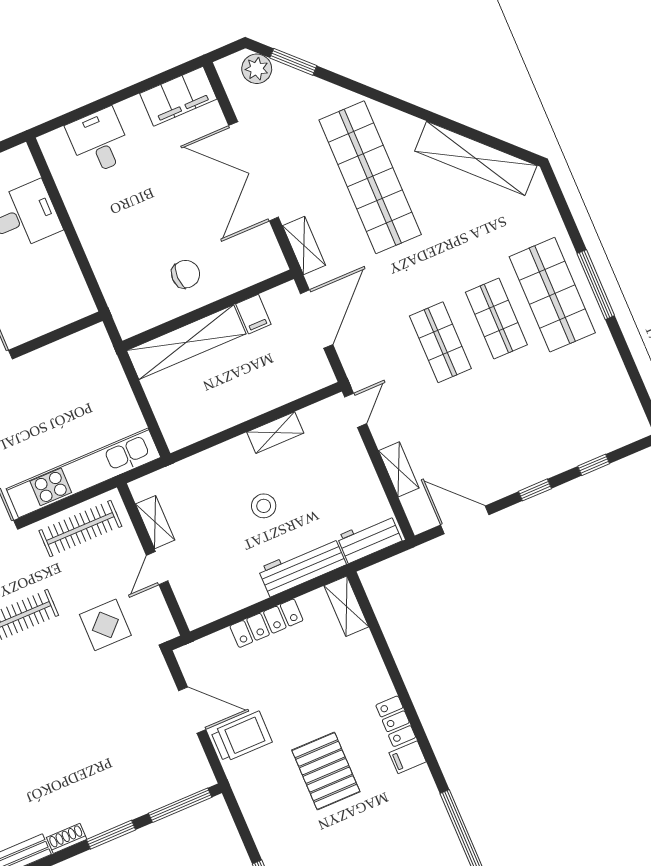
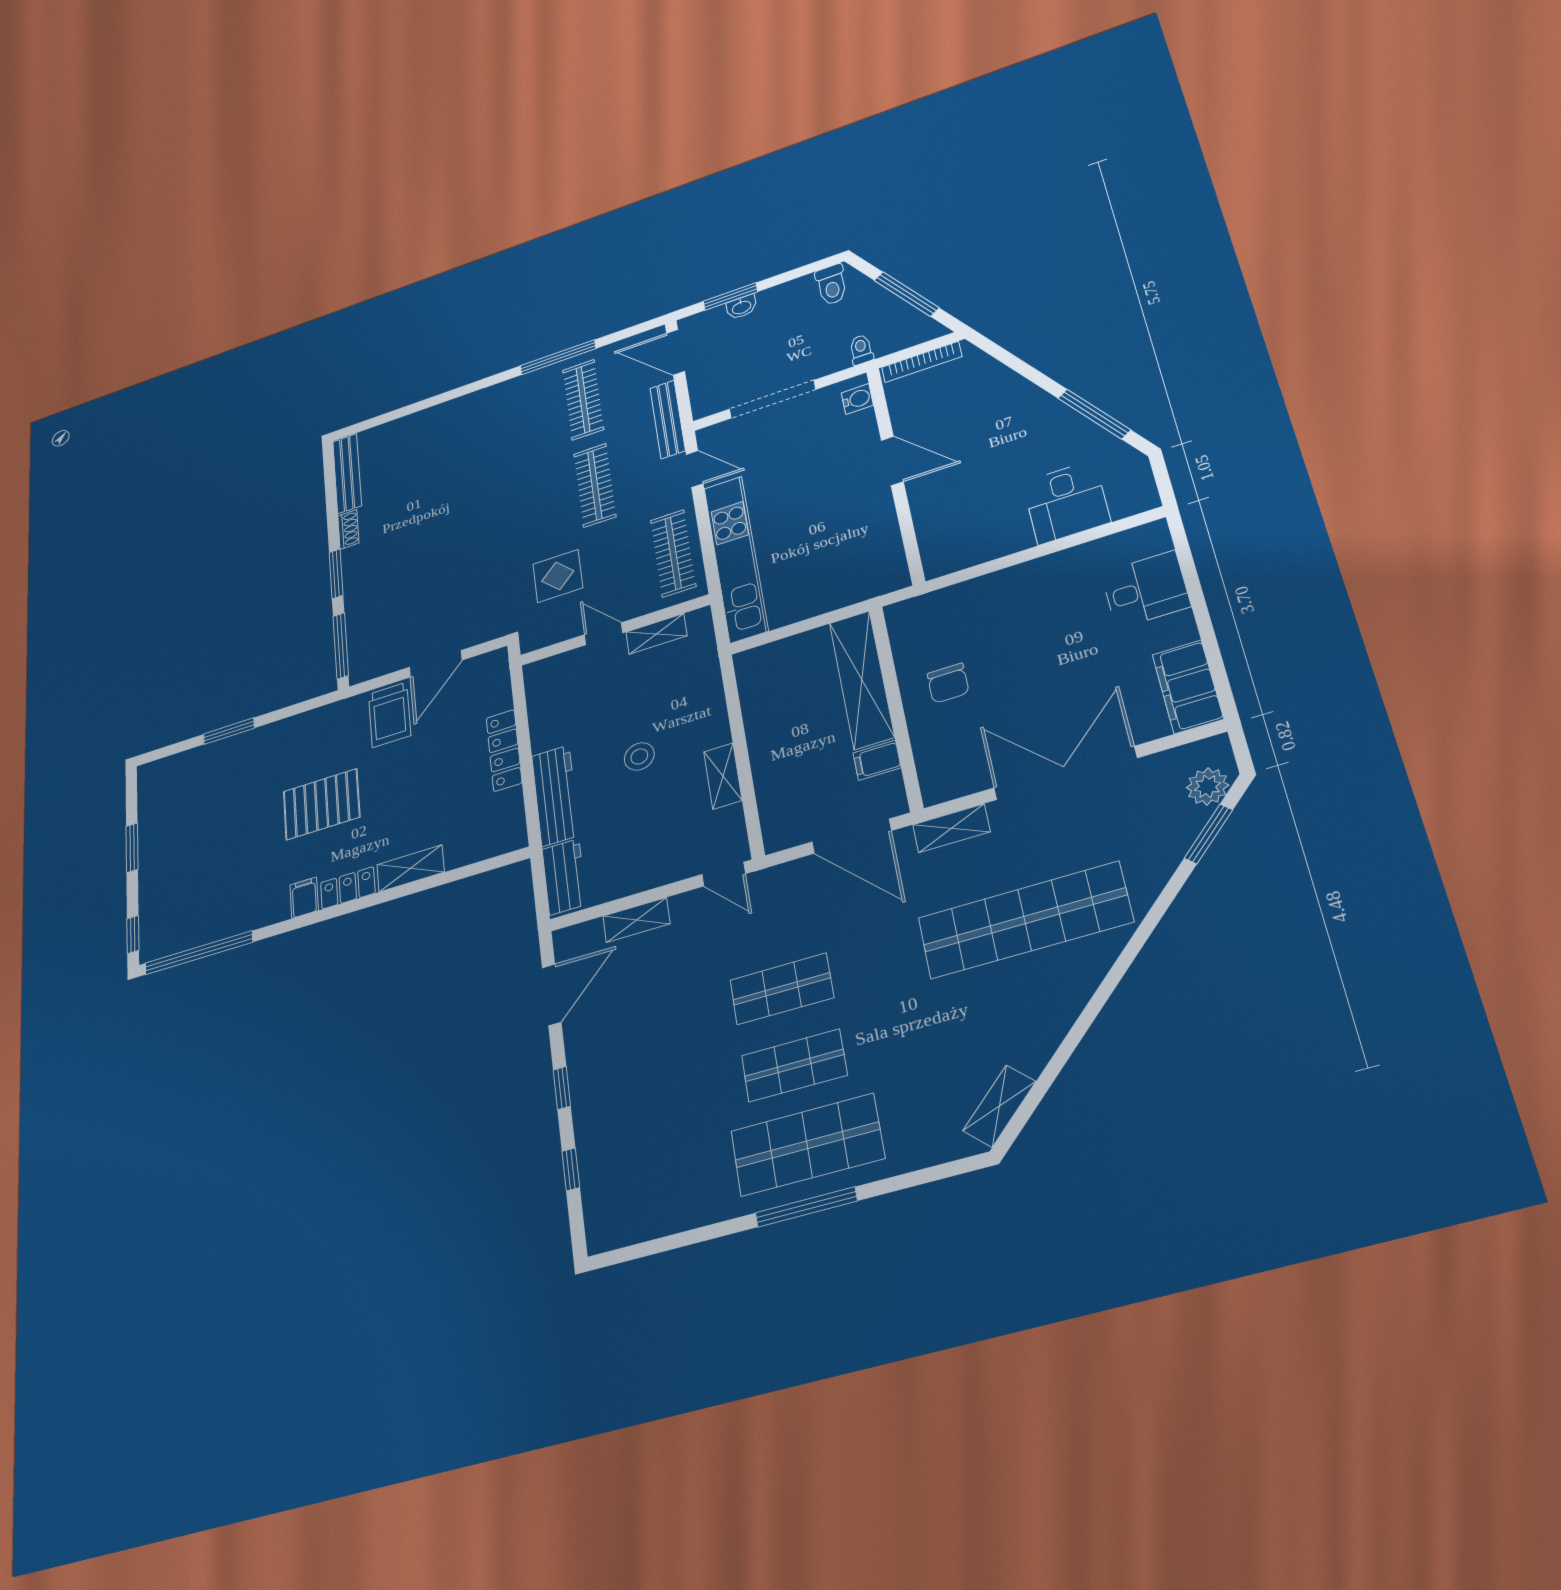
shelving: (476, 158) -> (999, 1106), width x0.45, depth x0.75
shelving: (346, 606) -> (410, 868), moved

